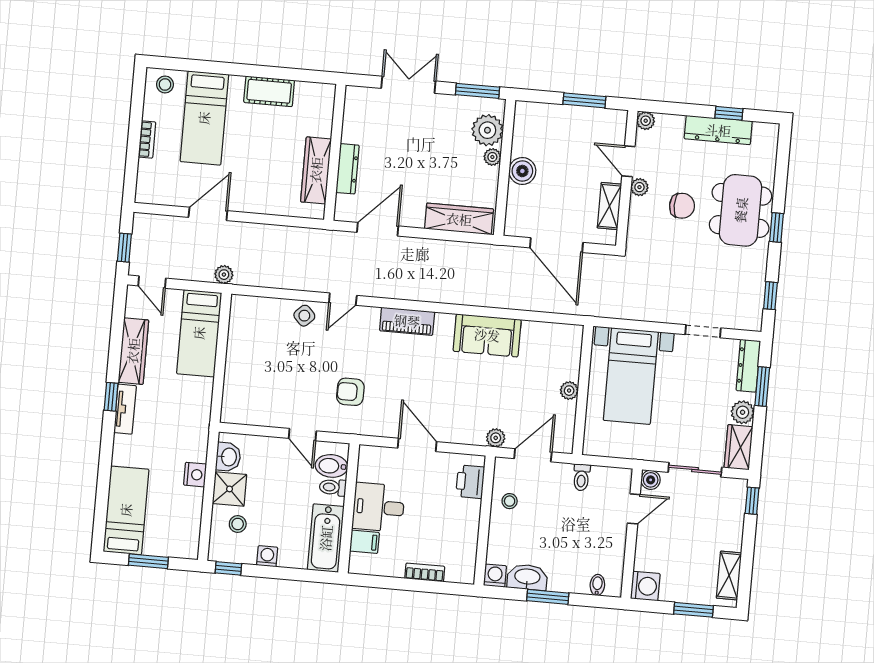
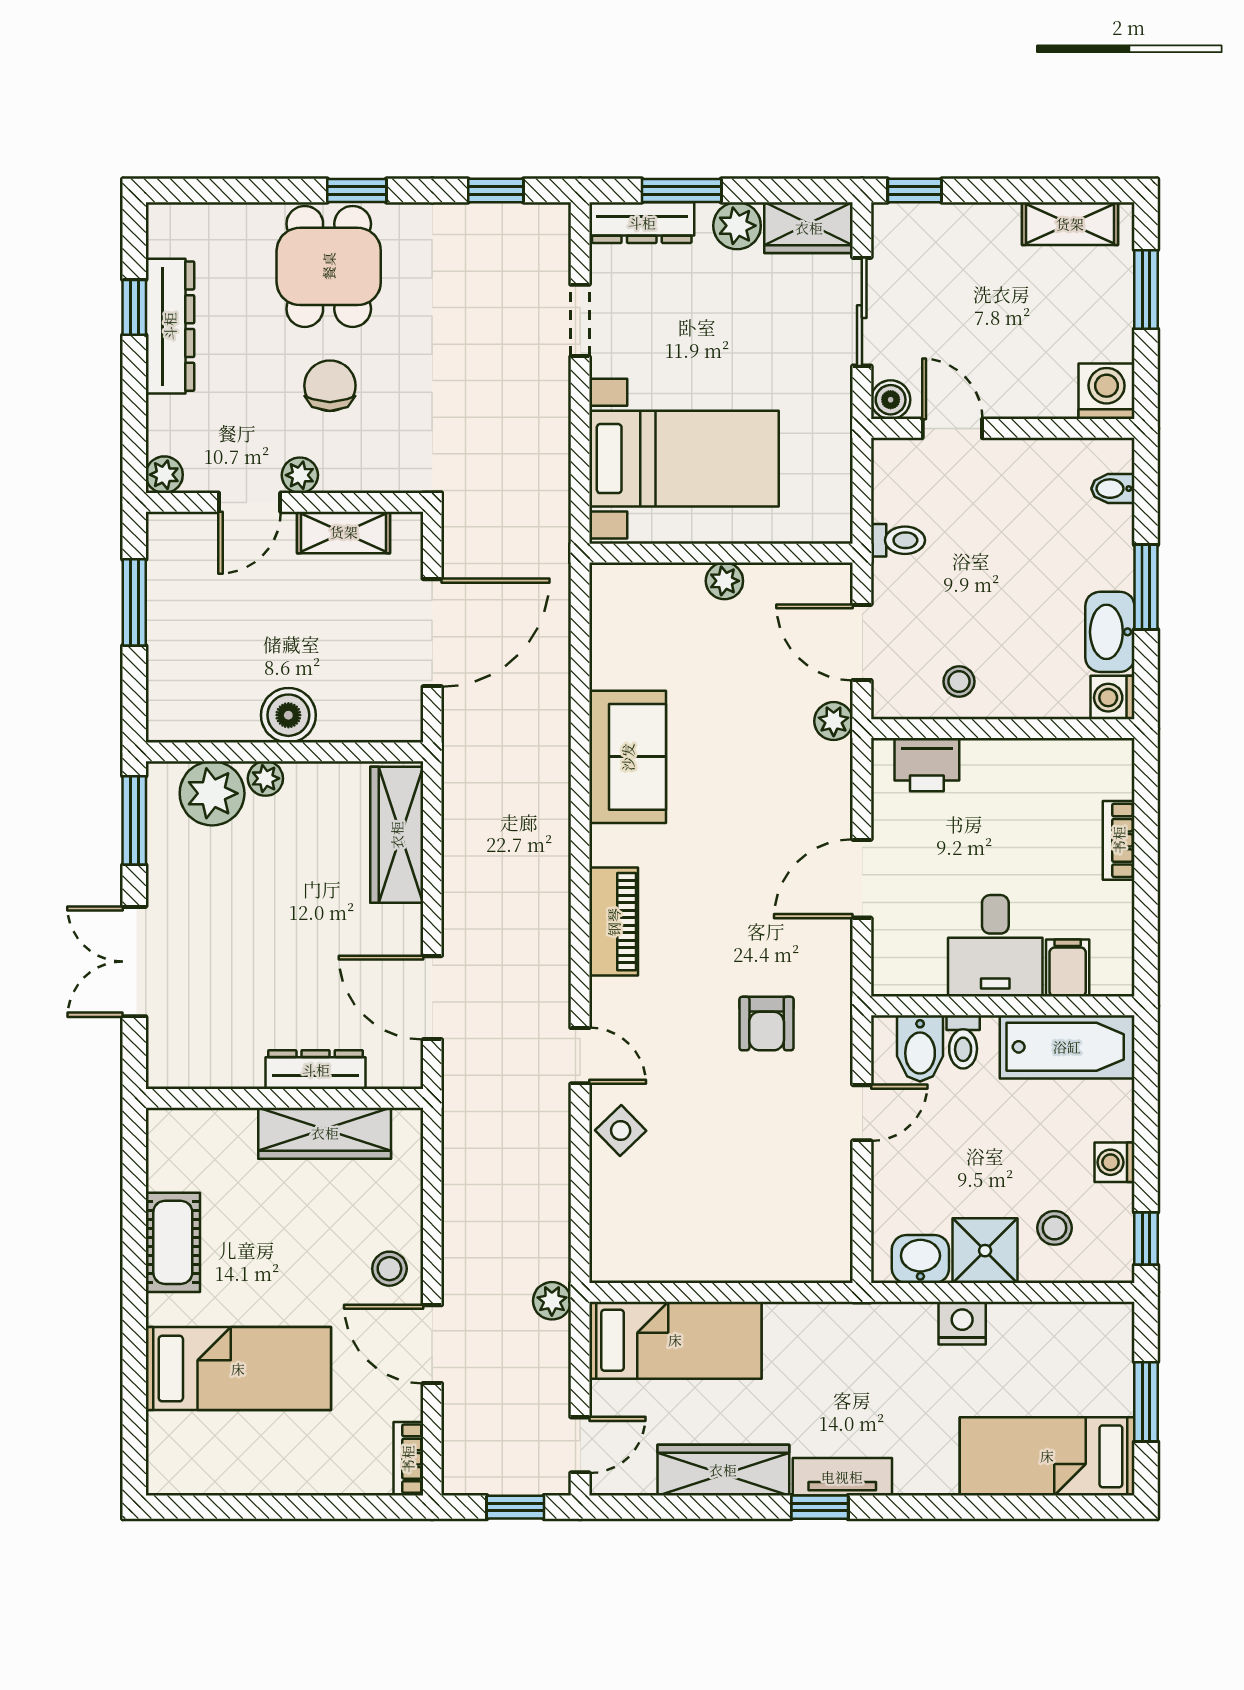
stool: (165, 84) -> (389, 1269), moved
bookcase: (147, 139) -> (408, 1459), moved, turned -90
dining table: (741, 210) -> (329, 266), width x0.73

